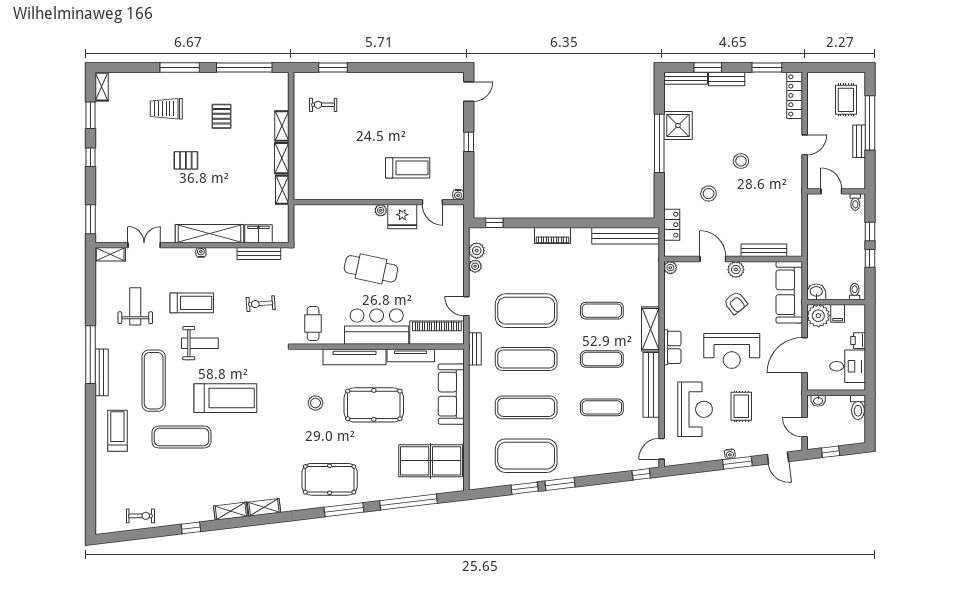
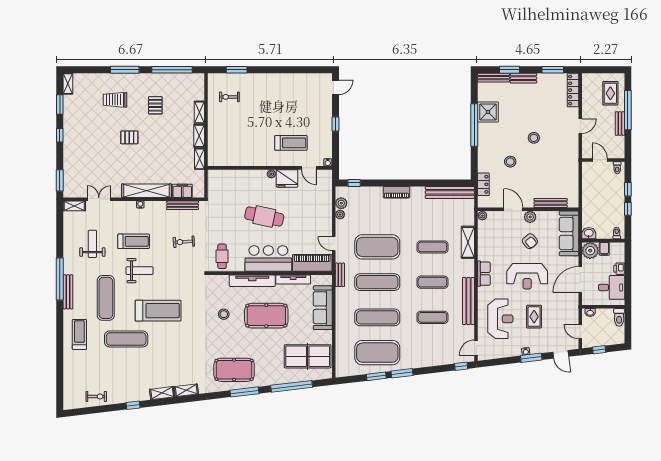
shelving: (651, 329) -> (468, 242), moved

